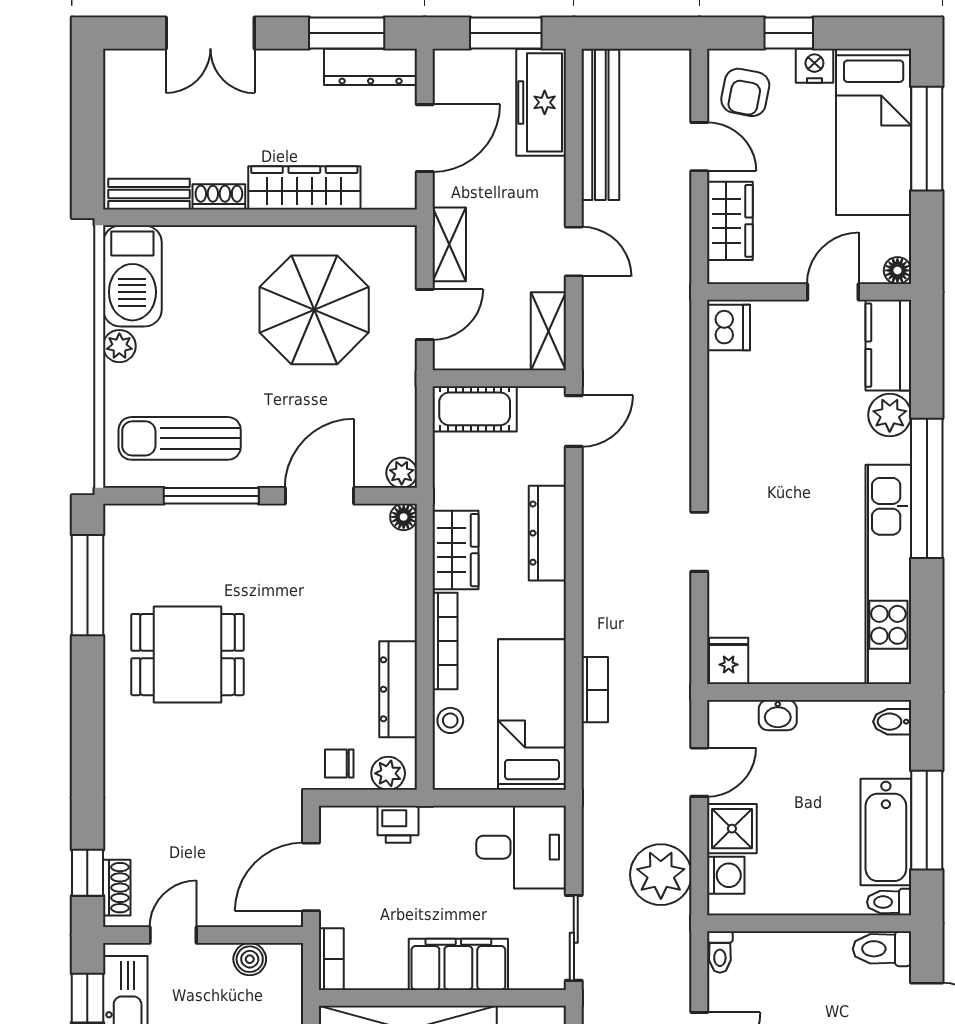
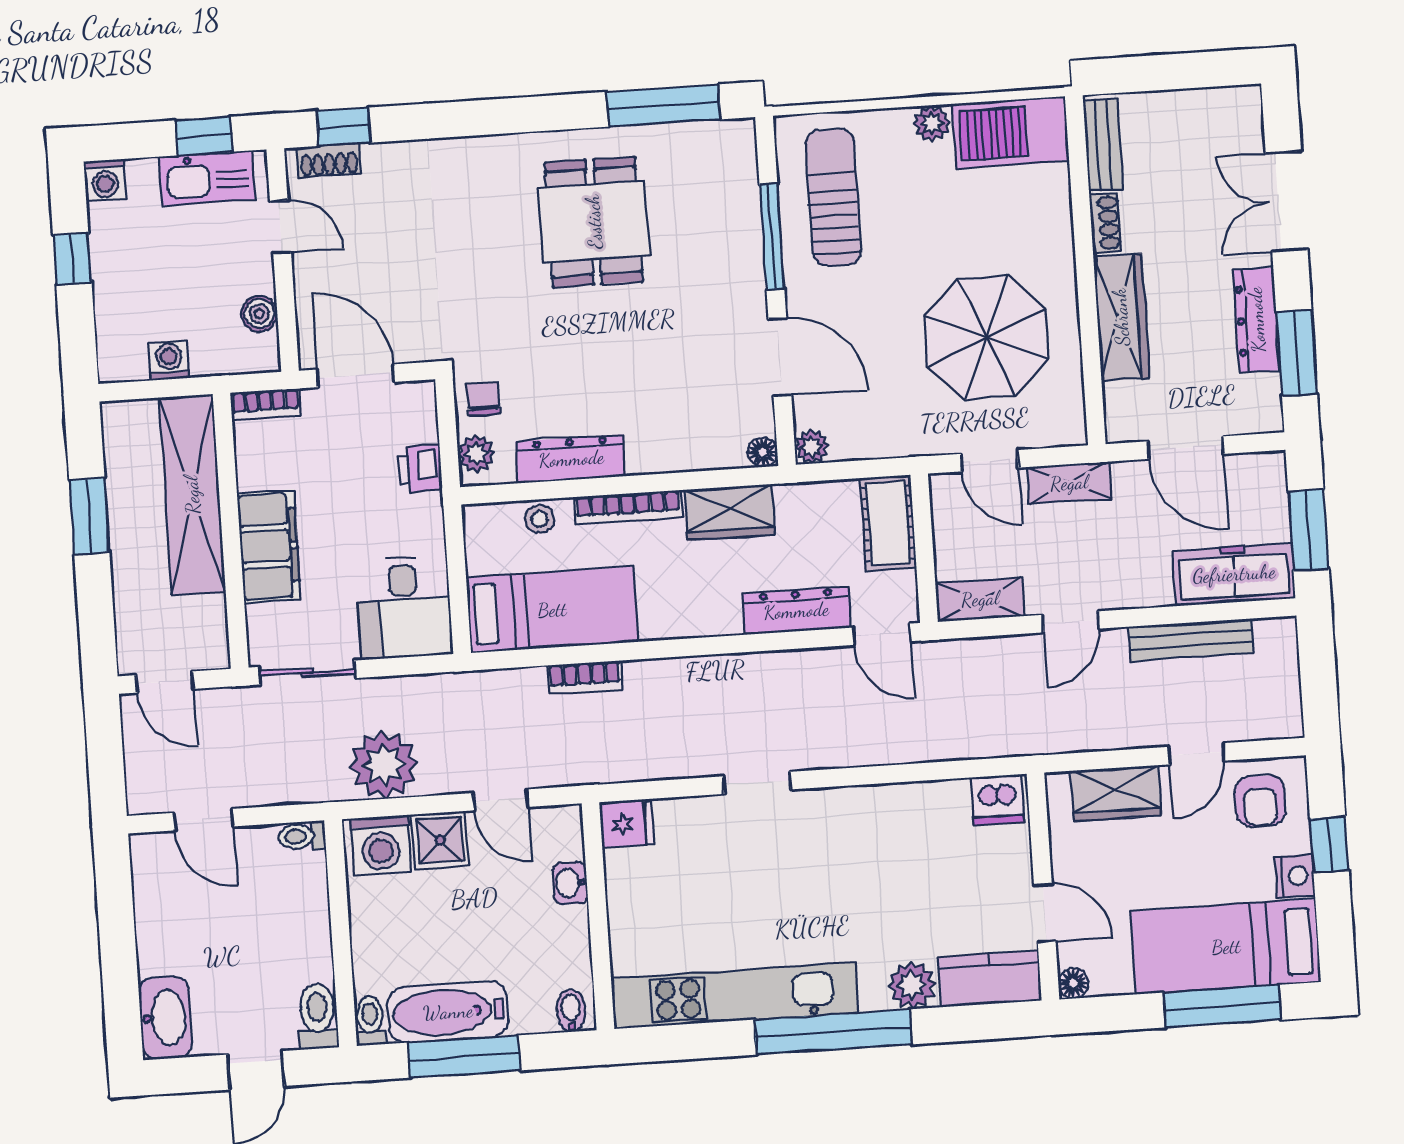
dresser: (371, 67) -> (1257, 320), moved
armchair: (745, 92) -> (1260, 801), turned -101
bench: (600, 125) -> (1191, 640), width x0.73, depth x0.82
dresser: (547, 533) -> (796, 611), moved
washing machine: (726, 875) -> (381, 845), width x1.38, depth x1.38

